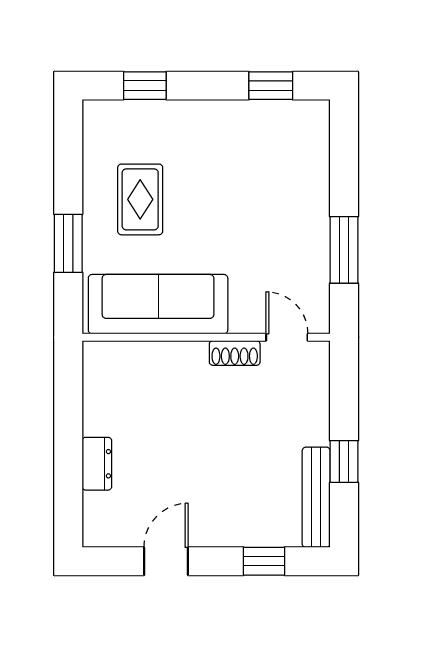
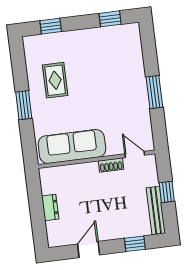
sofa: (158, 304) -> (72, 146), moved
wall: (206, 337) -> (97, 159), moved
door: (287, 337) -> (135, 155), moved
shoe rack: (235, 353) -> (111, 165), moved

